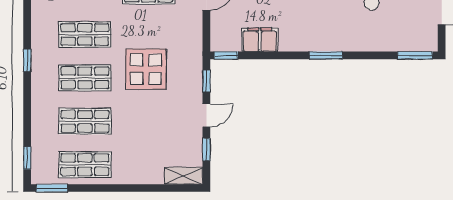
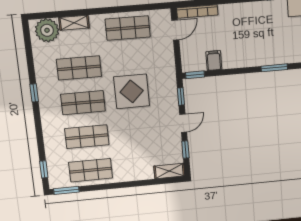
filing cabinet: (260, 40) -> (214, 61), width x0.50

